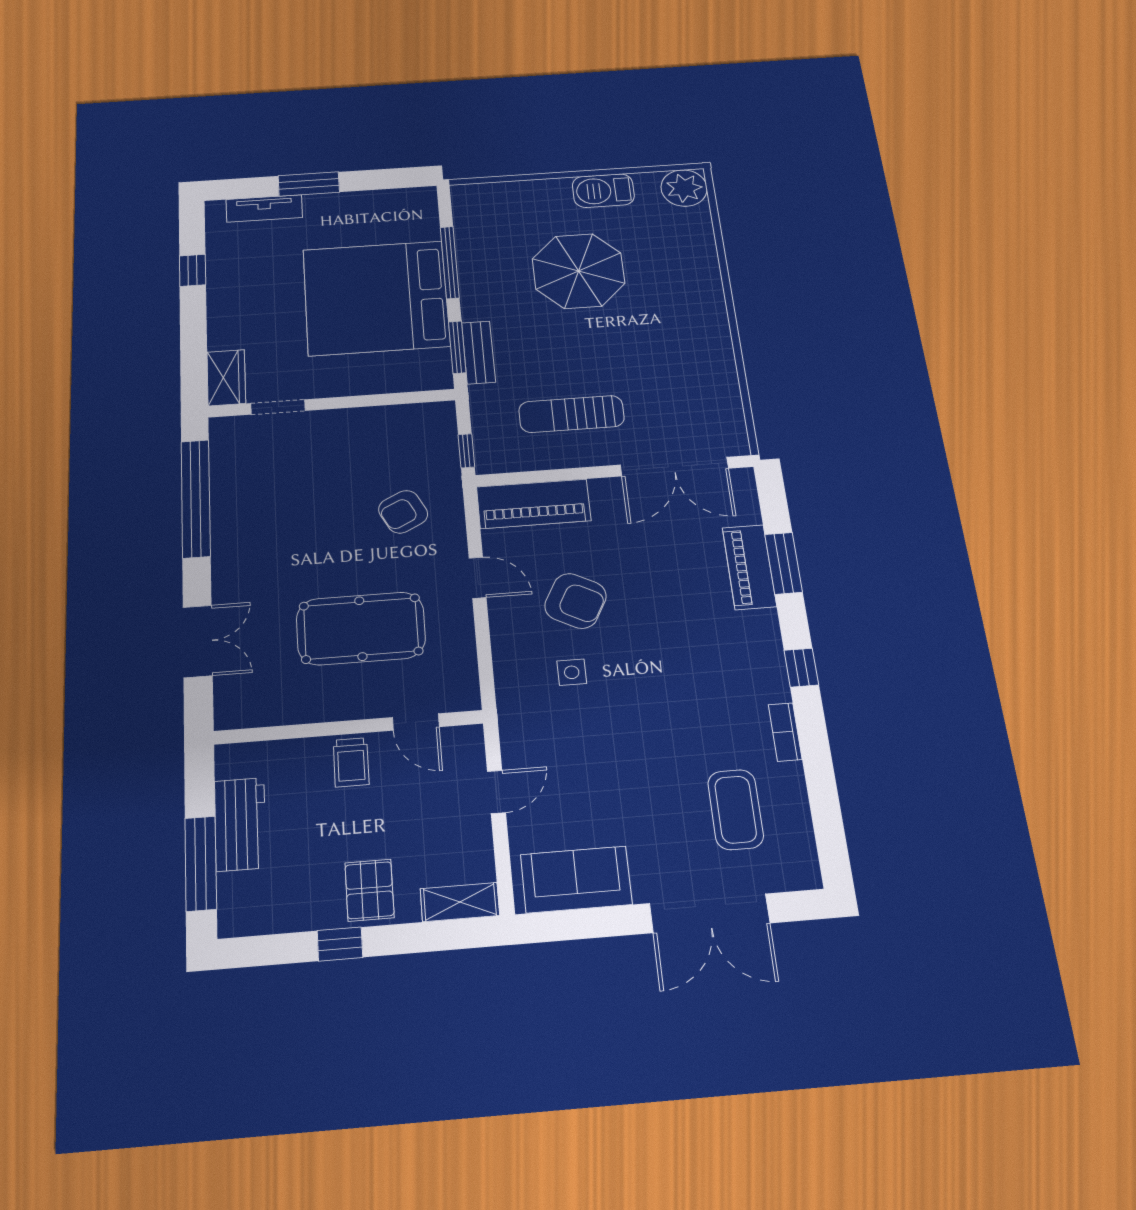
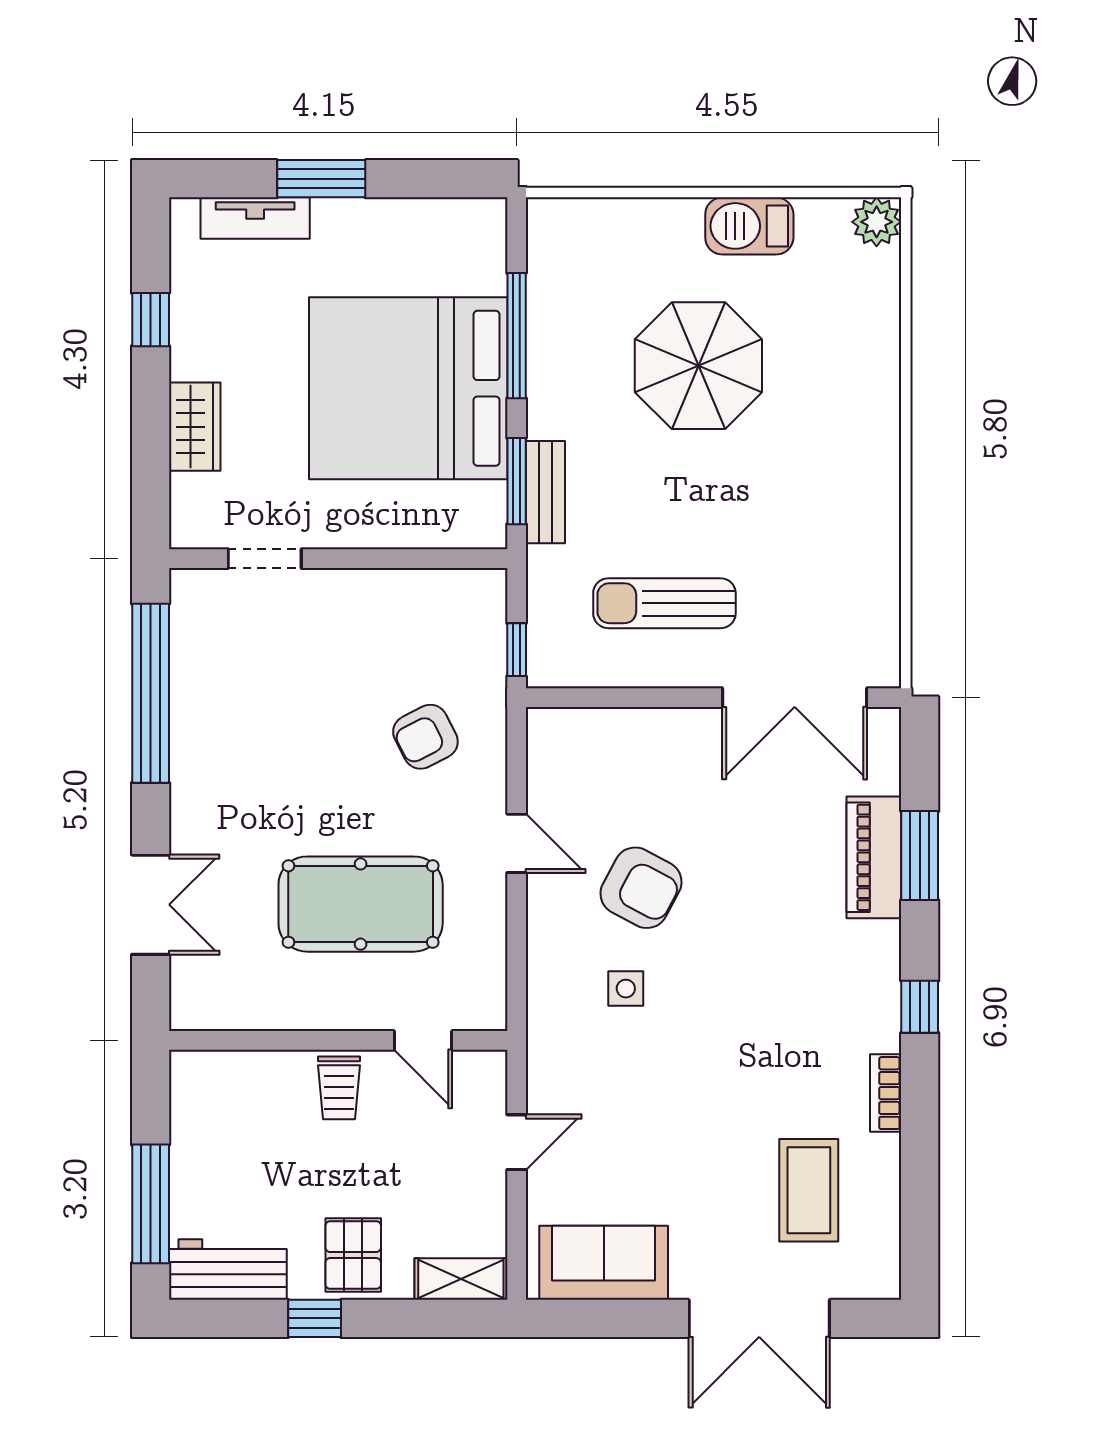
plant: (684, 188) -> (877, 222), width x0.73, depth x0.73
wardrobe: (226, 378) -> (195, 427), moved
piano: (534, 504) -> (600, 739), removed
workbench: (240, 824) -> (228, 1270), moved, turned -90

